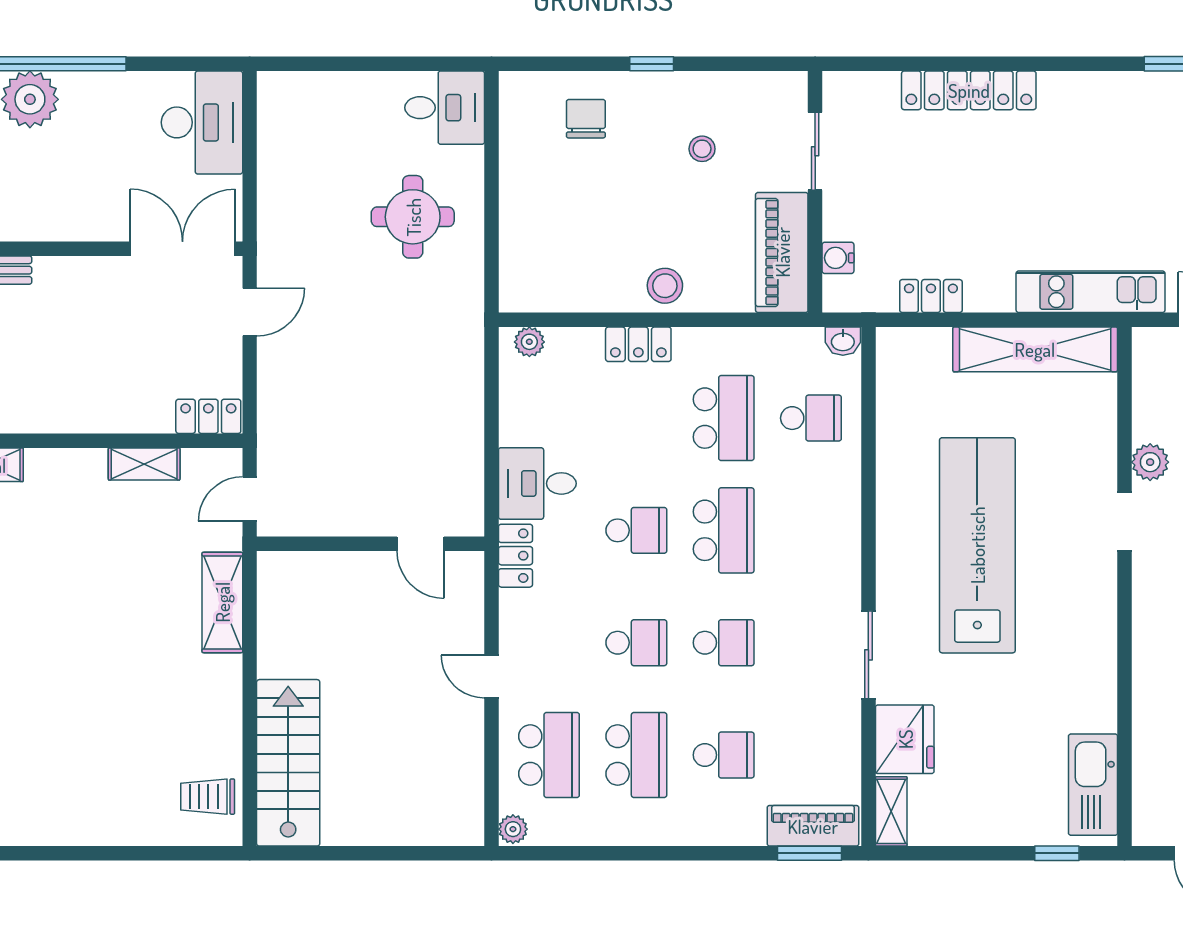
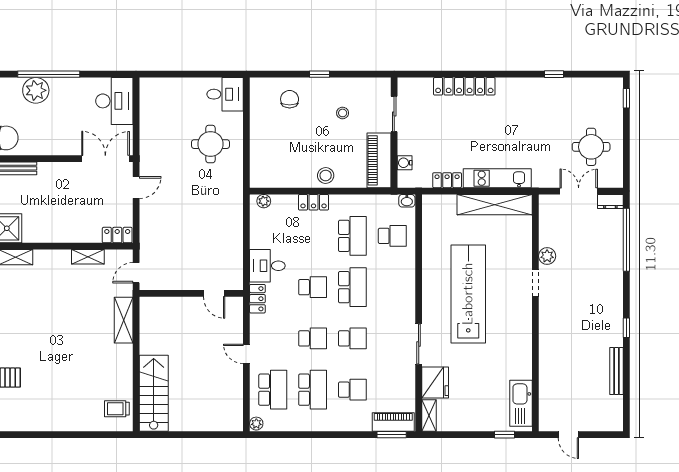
kitchen unit: (1091, 292) -> (497, 178), moved

